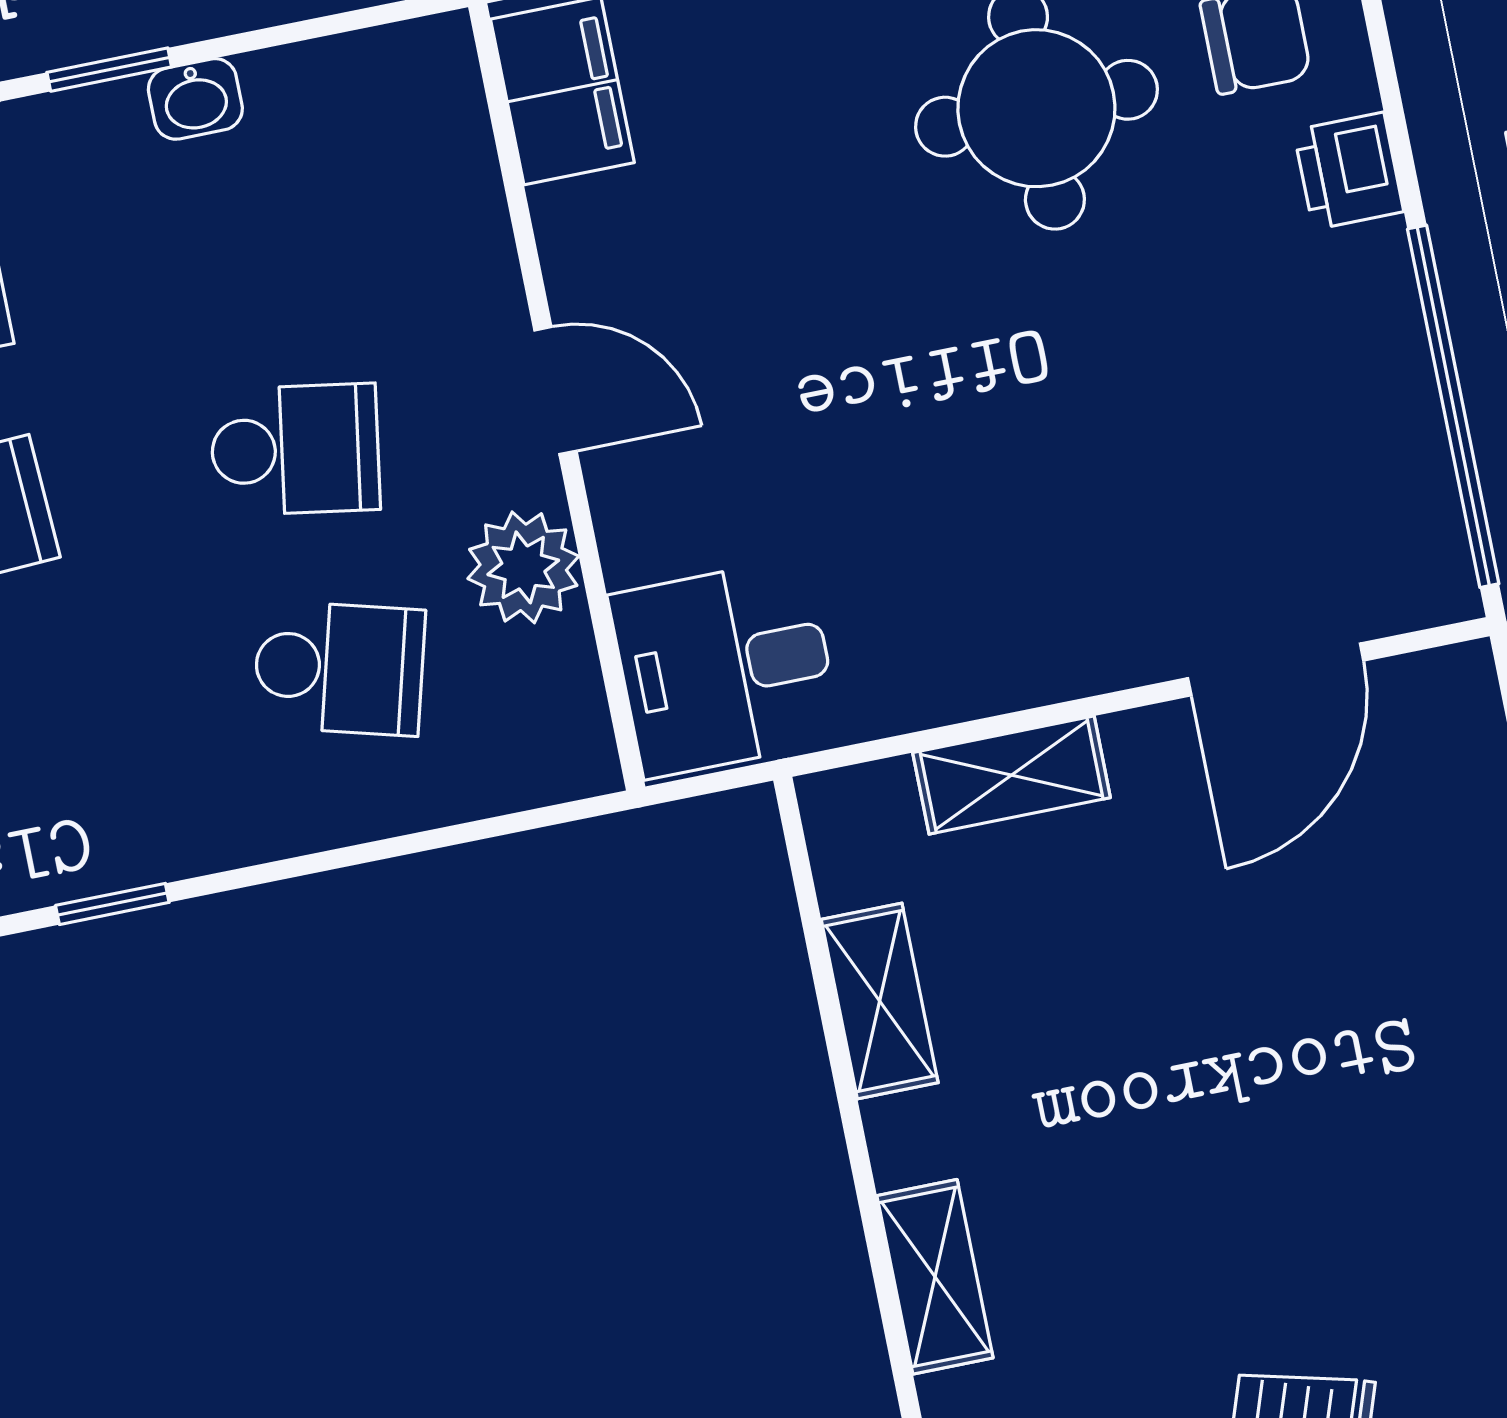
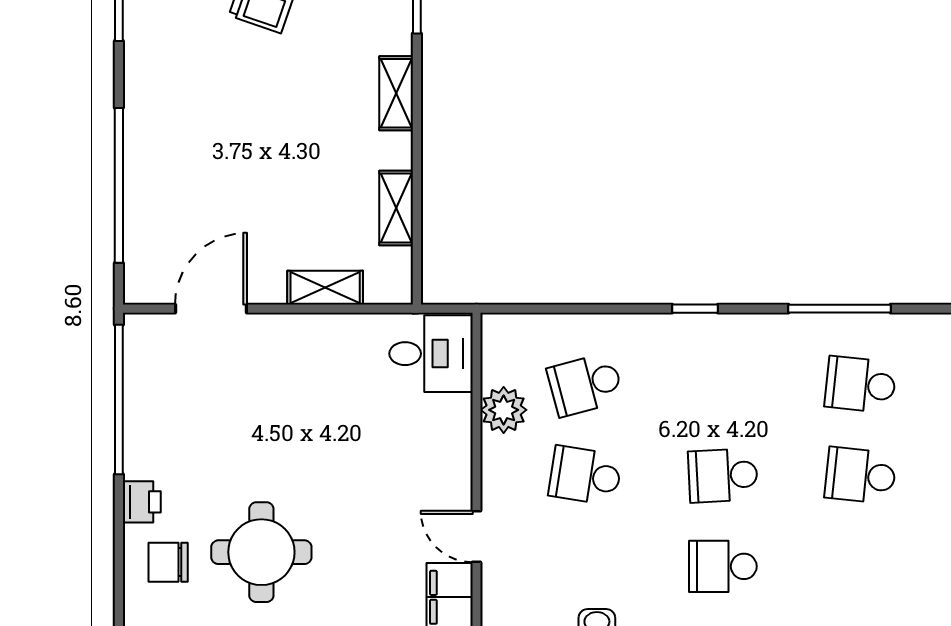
door: (555, 391) -> (476, 536), moved
school desk: (339, 668) -> (585, 385), turned -30

